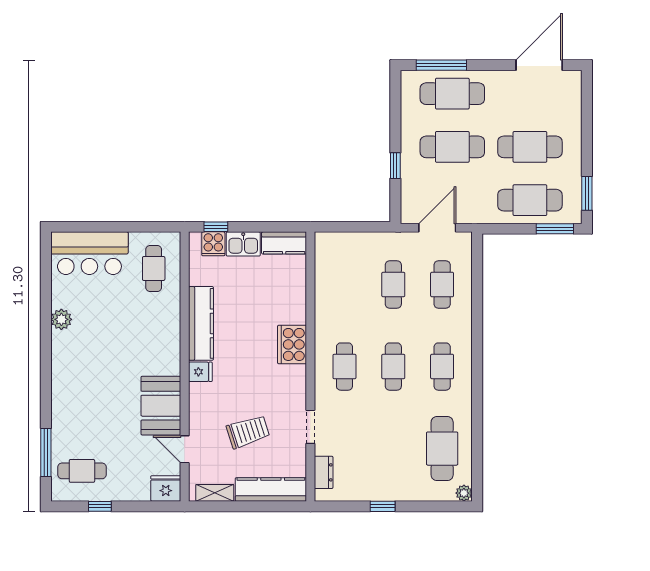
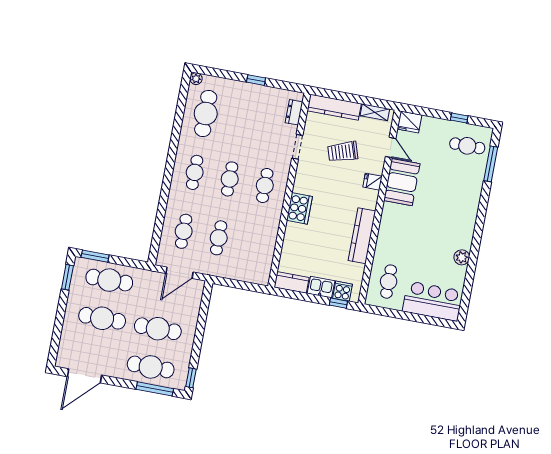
window: (395, 166) -> (191, 378), moved
fridge: (200, 372) -> (373, 182), moved

